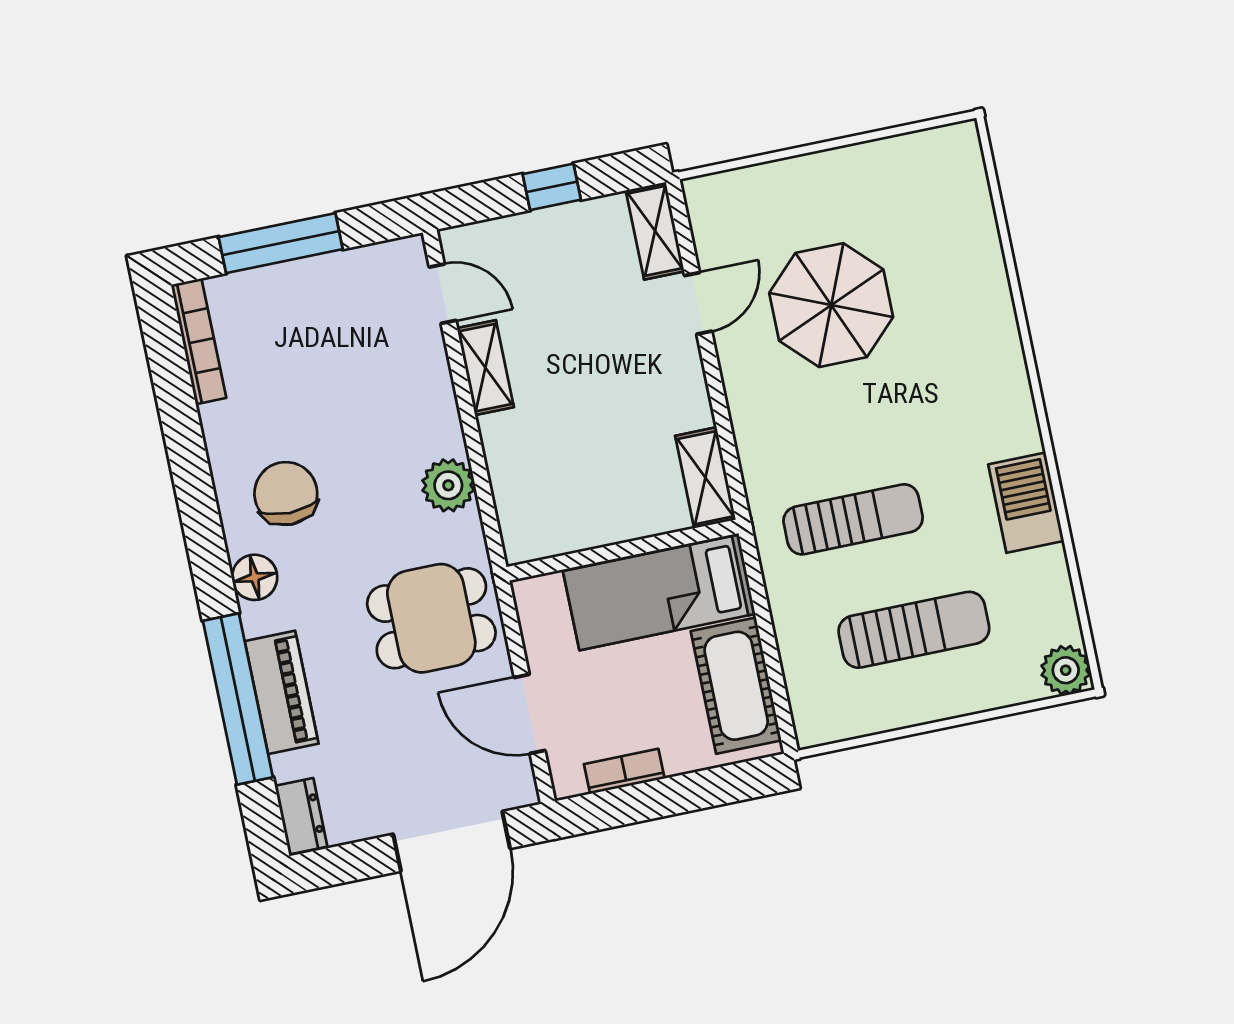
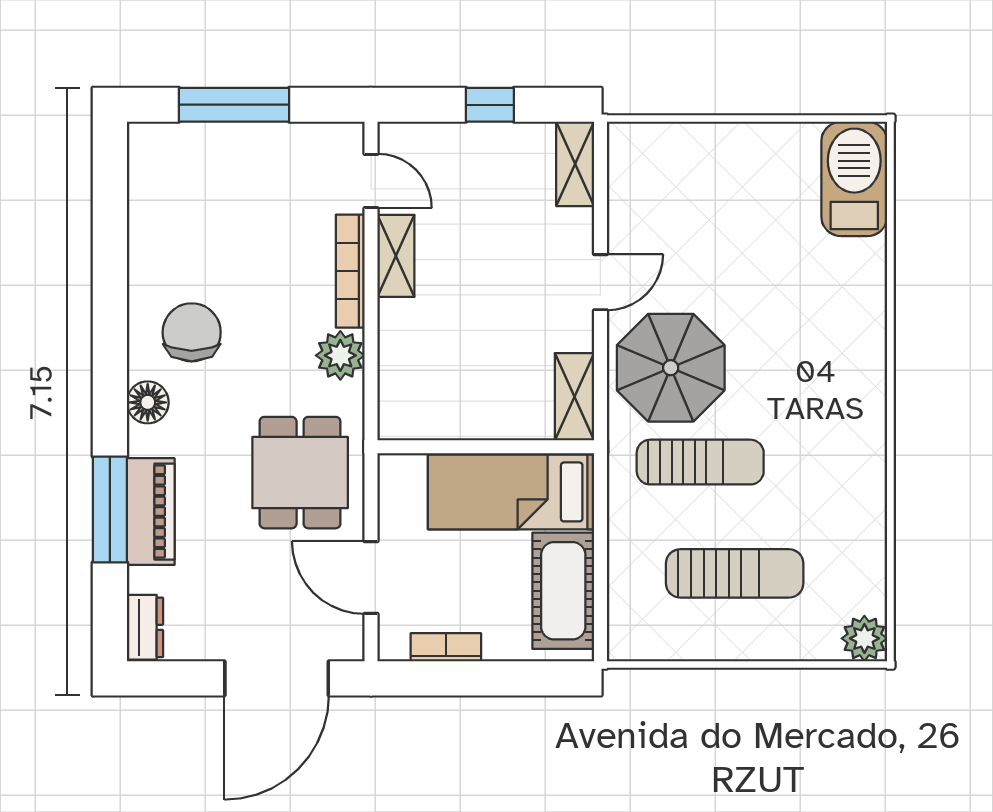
door: (698, 303) -> (600, 282), moved
parasol: (831, 305) -> (671, 368), moved
bookcase: (199, 341) -> (350, 271), moved, turned 180
barbecue: (1026, 503) -> (854, 179), moved, width x1.37, depth x1.21
dining table: (431, 618) -> (300, 473), turned 90
window: (238, 699) -> (110, 509), width x0.68

